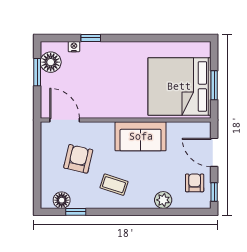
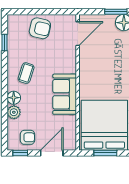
armchair: (78, 159) -> (40, 28), moved
floor lamp: (62, 200) -> (14, 98), moved

